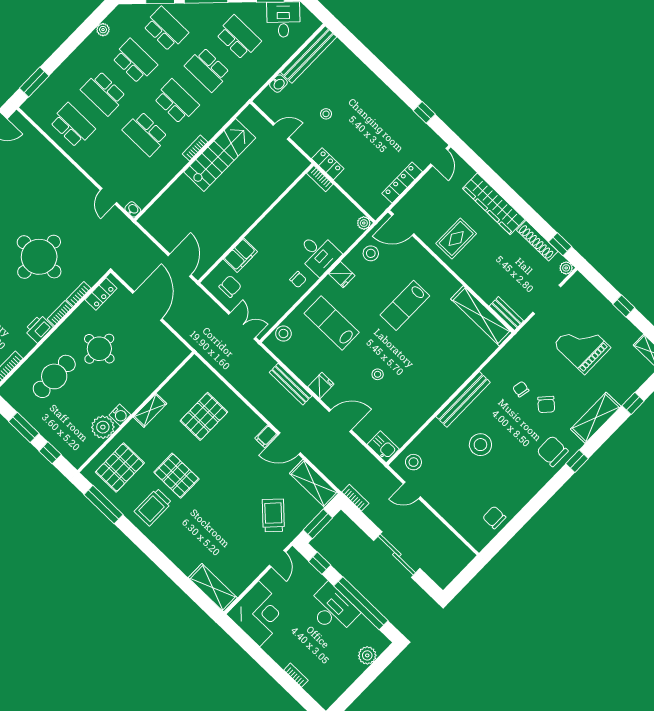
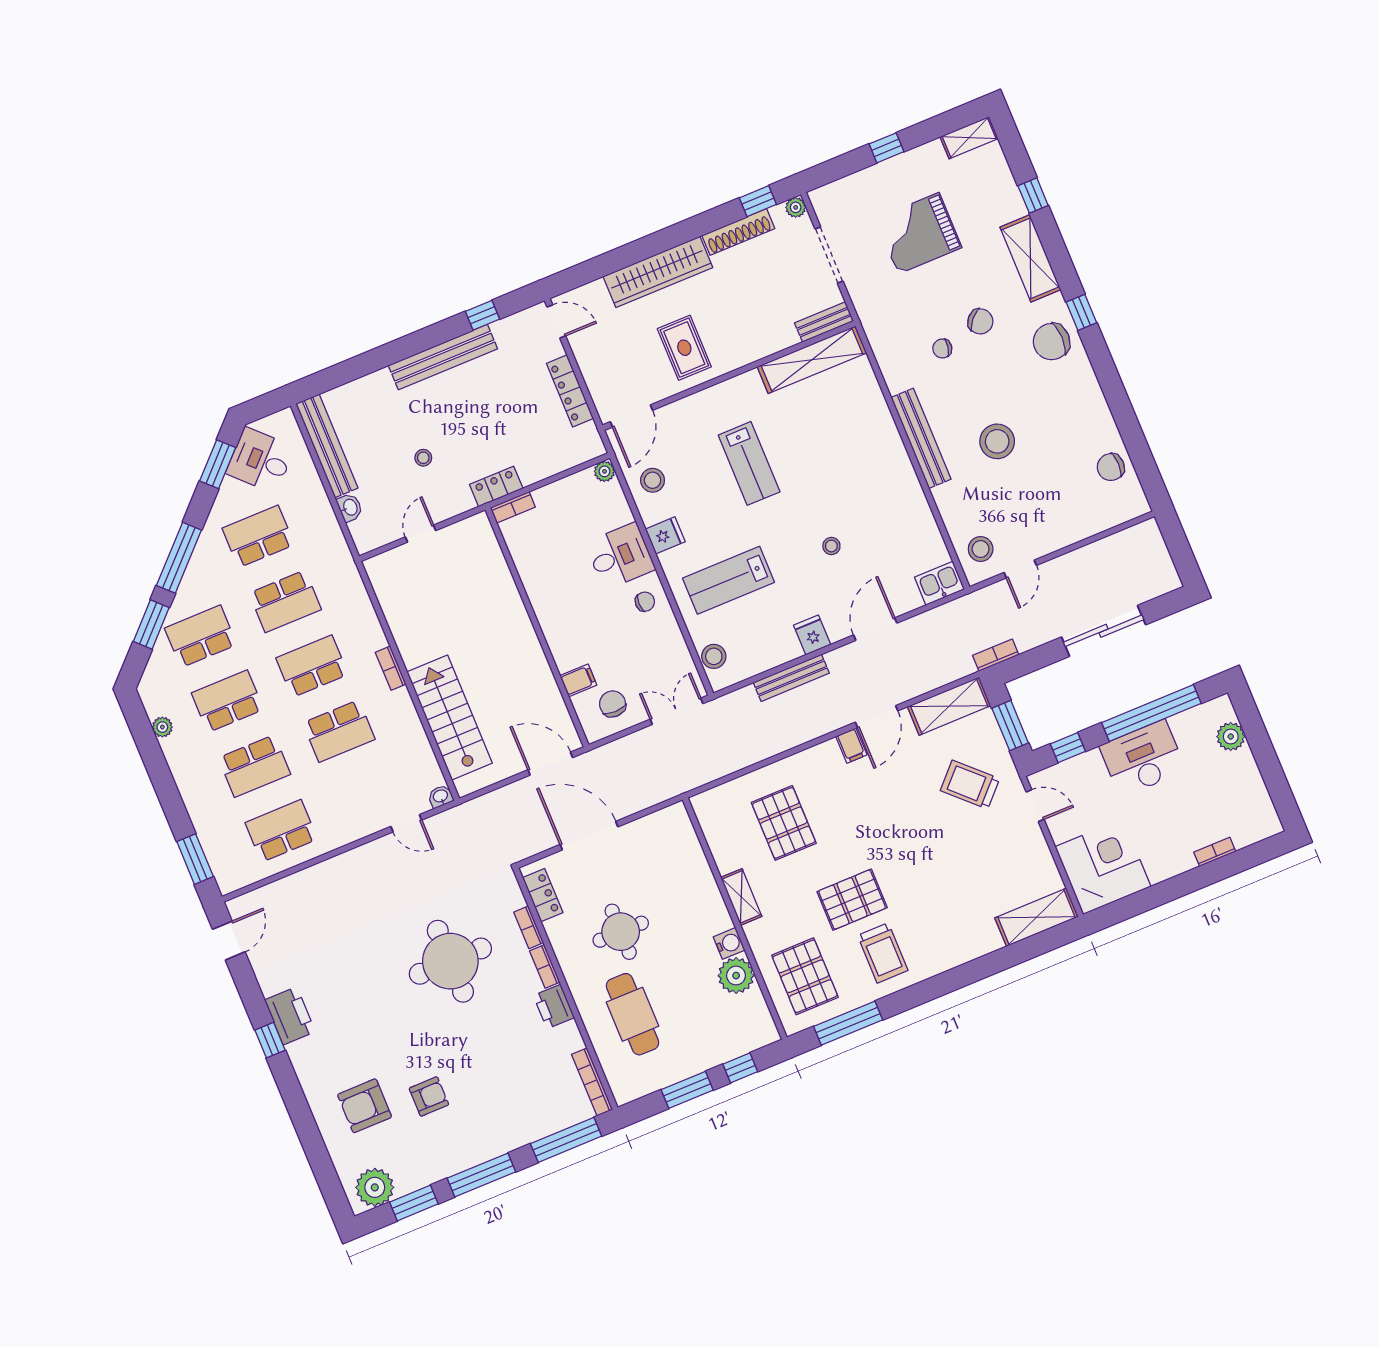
bench: (390, 100) -> (443, 357), added
stairs: (220, 155) -> (450, 717), moved
filing cabinet: (240, 255) -> (578, 680), width x0.50

